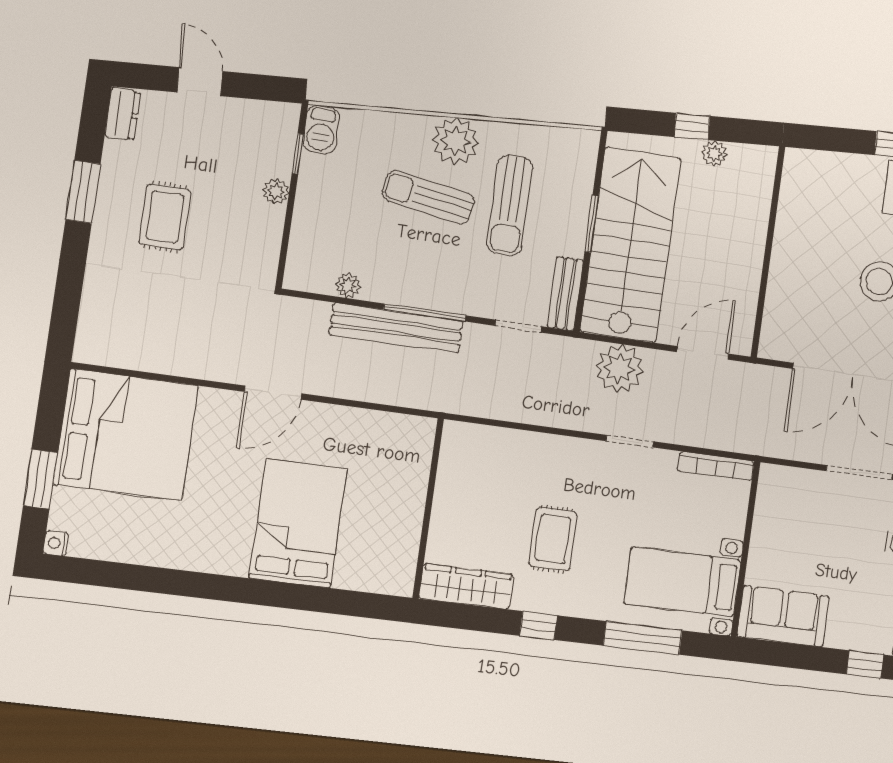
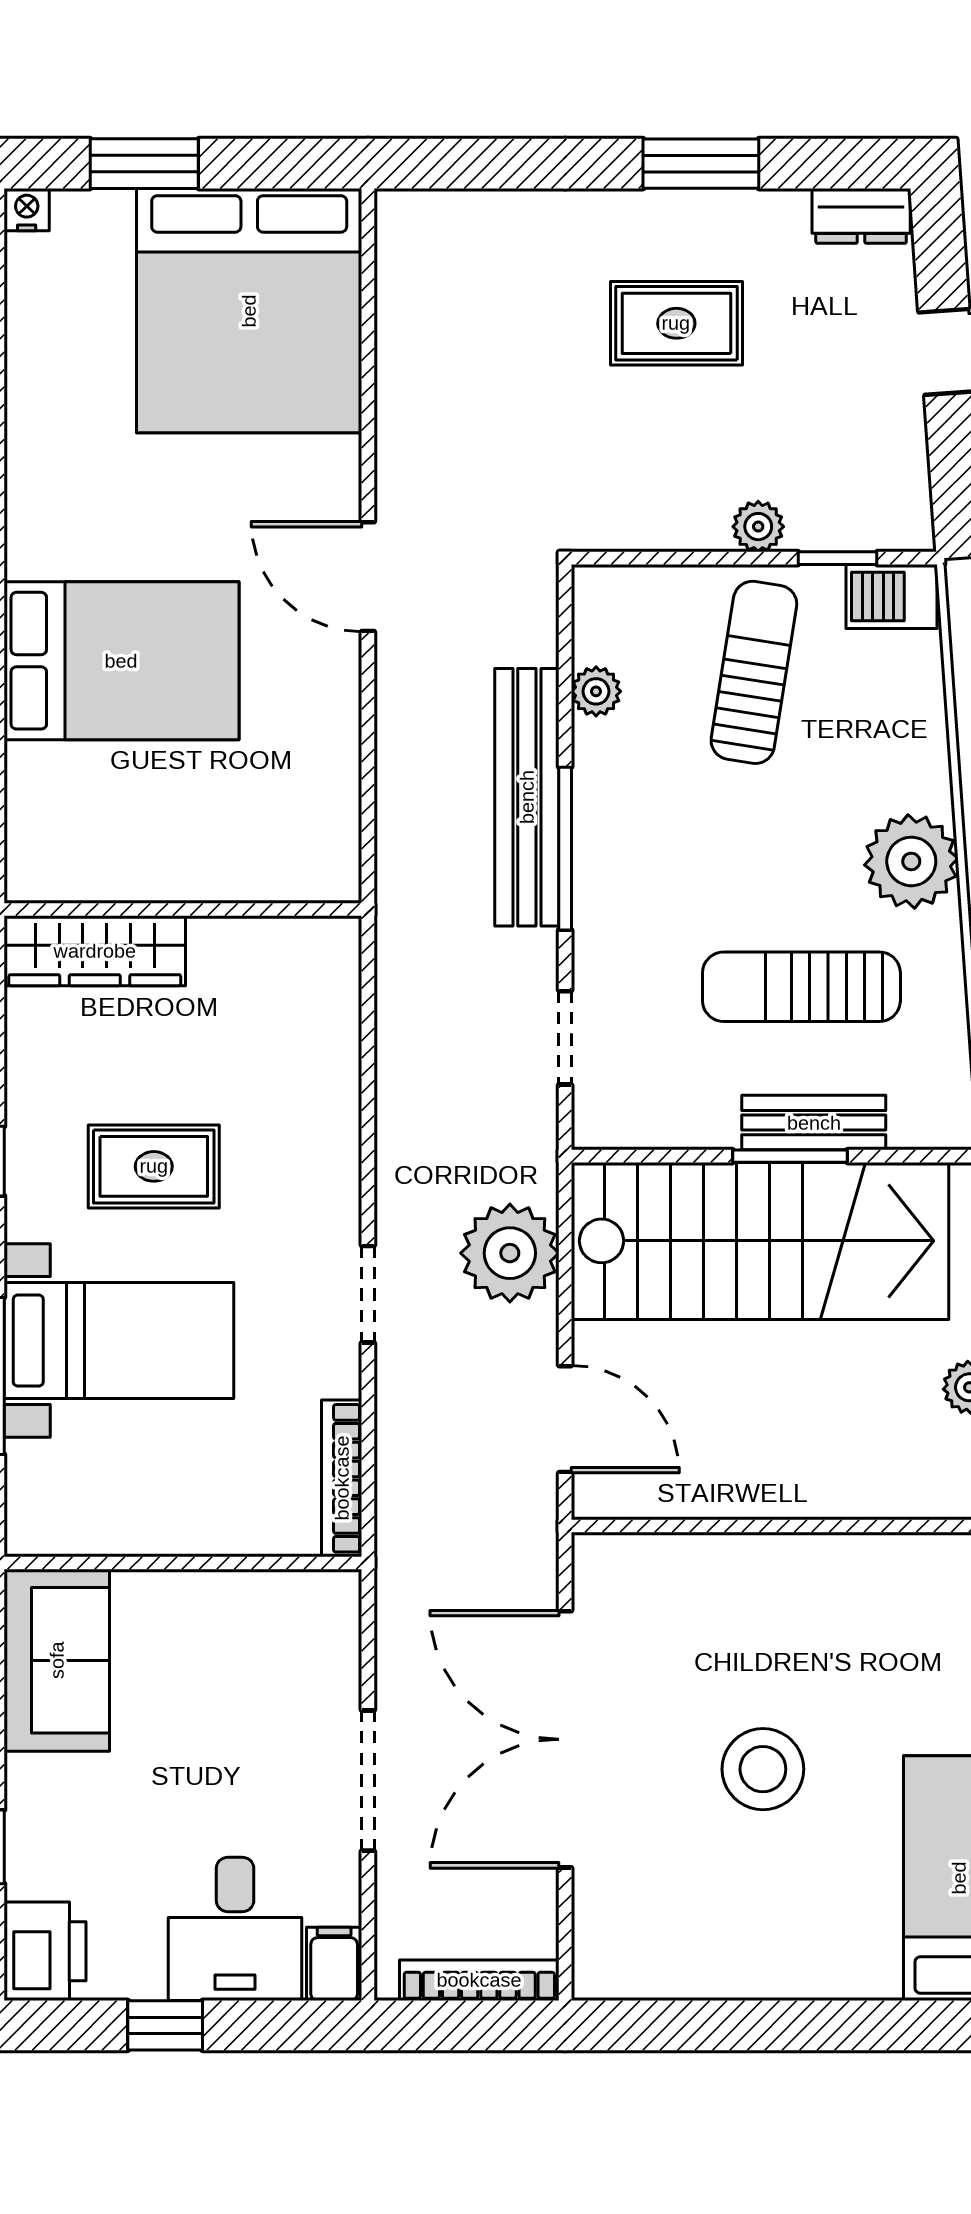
sun lounger: (428, 197) -> (754, 672), moved
bench: (565, 294) -> (814, 1123), moved
bed with nightstands: (683, 582) -> (119, 1341), moved, turned 90
wardrobe: (466, 586) -> (95, 951), moved, turned 90

